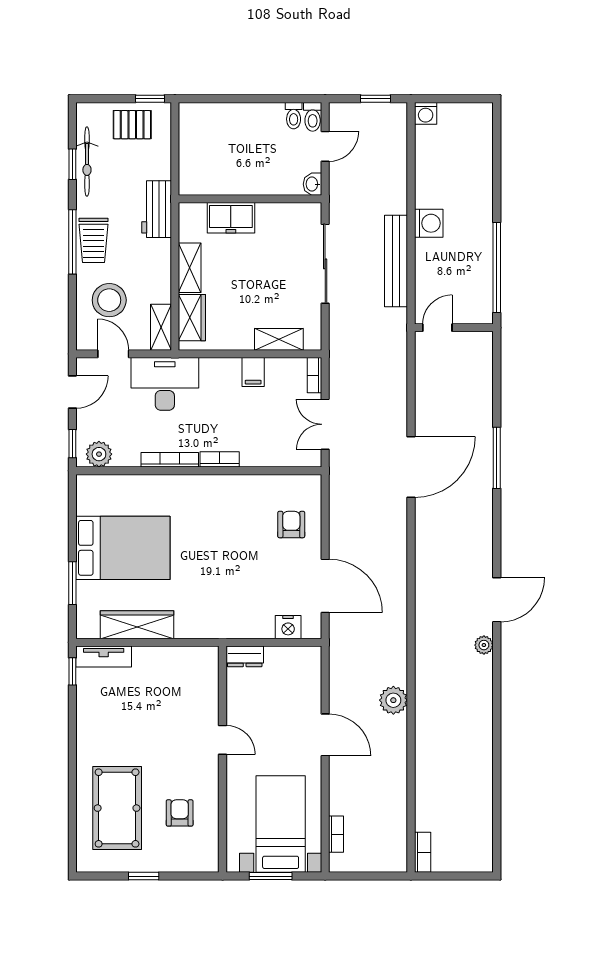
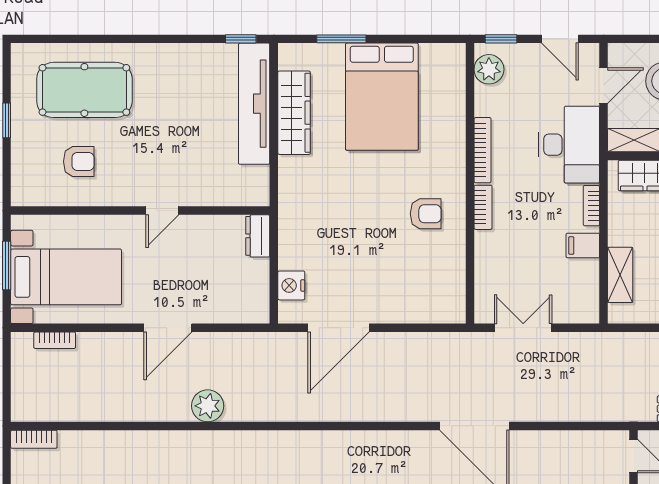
bookcase: (314, 375) -> (591, 206), moved, turned -90
armchair: (291, 525) -> (426, 214), moved
tv unit: (104, 657) -> (254, 104), width x1.92, depth x1.29

